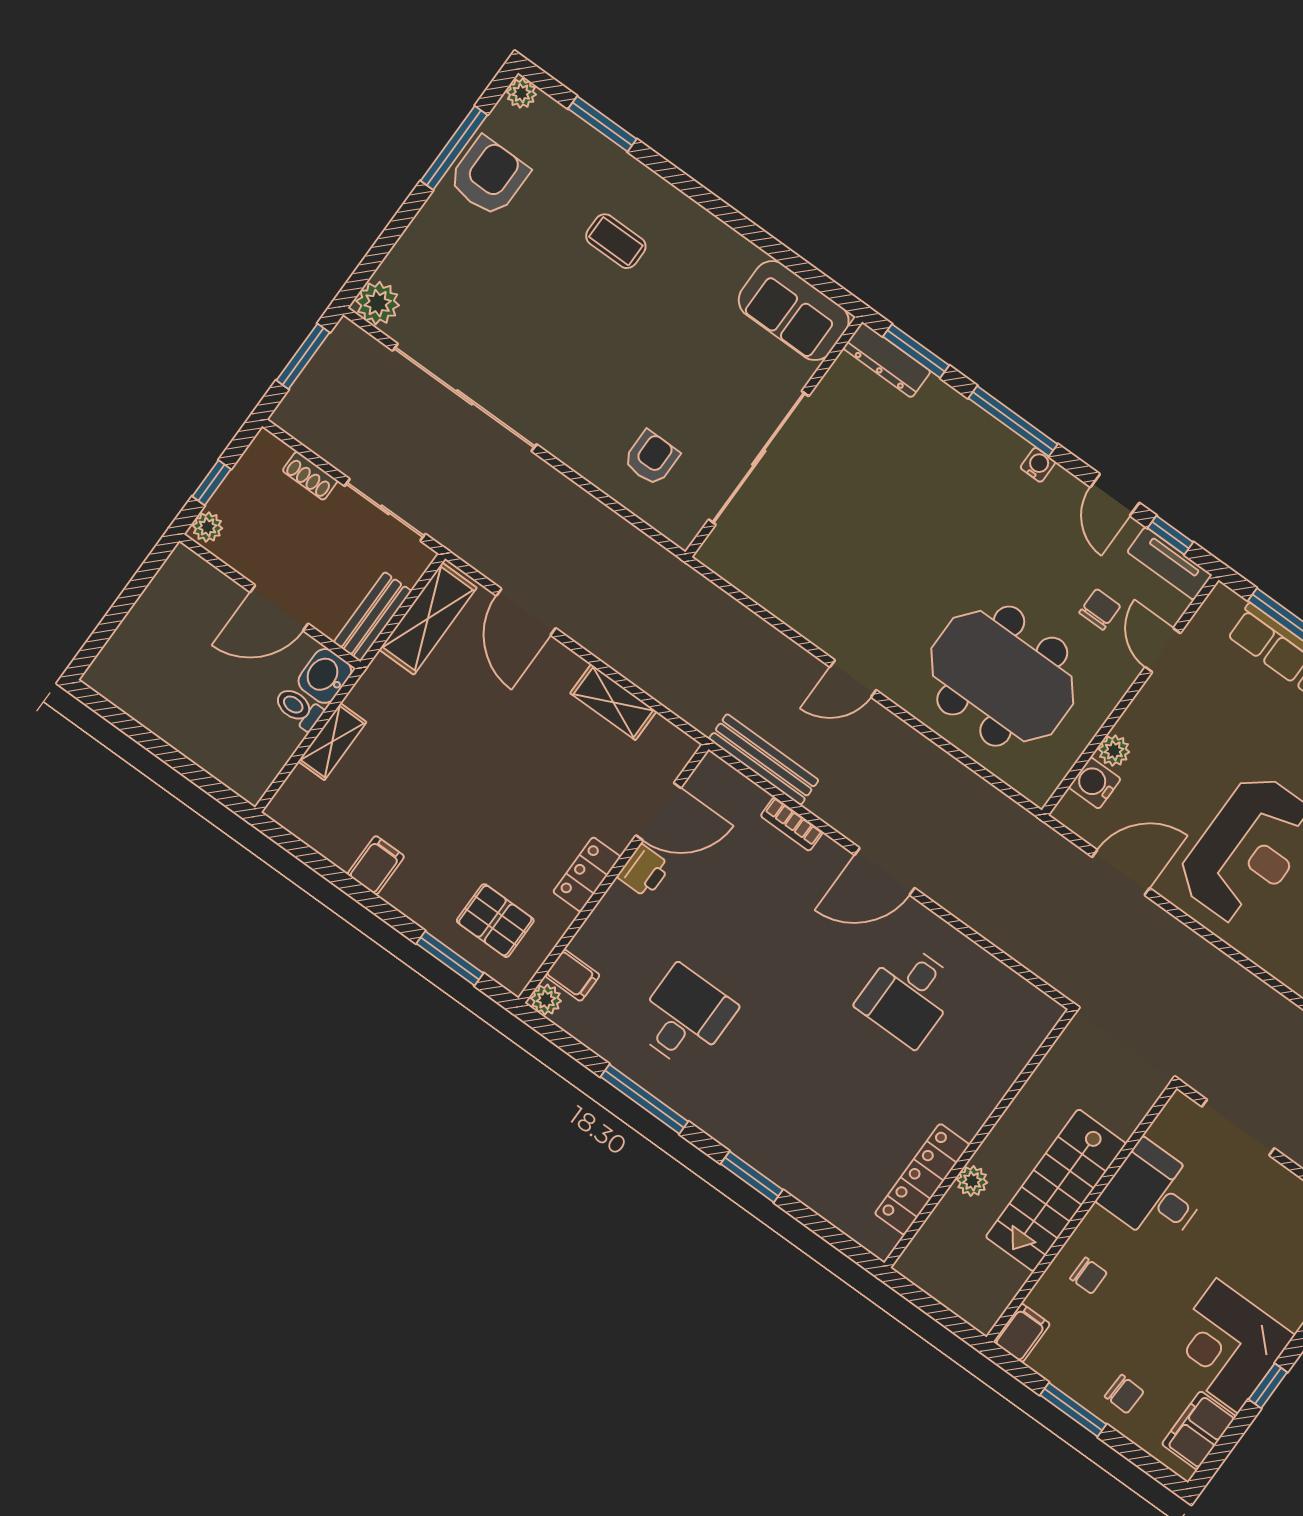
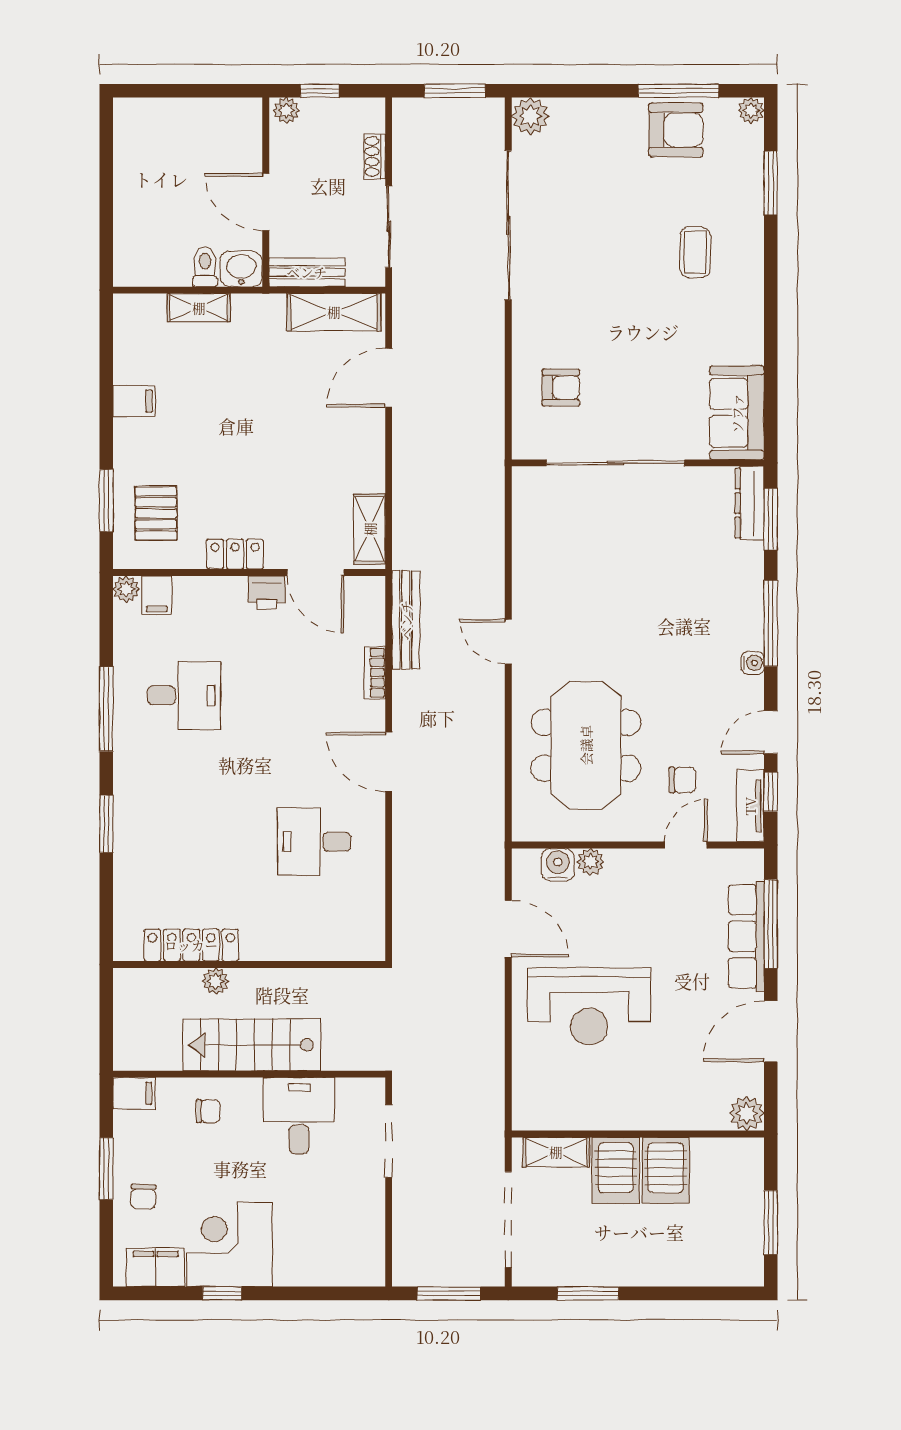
shelving: (613, 702) -> (370, 529), moved
chair: (1089, 1276) -> (208, 1111), turned -90

